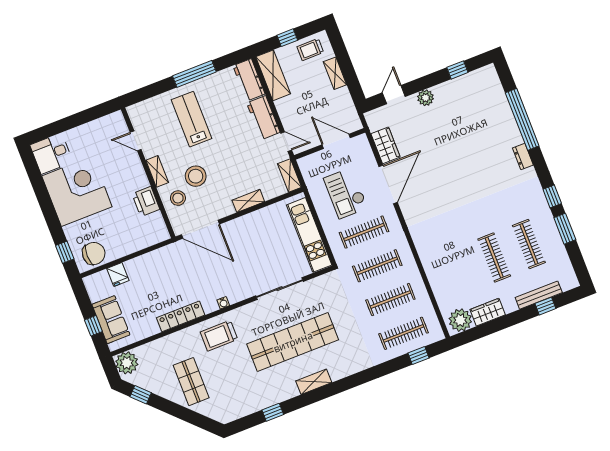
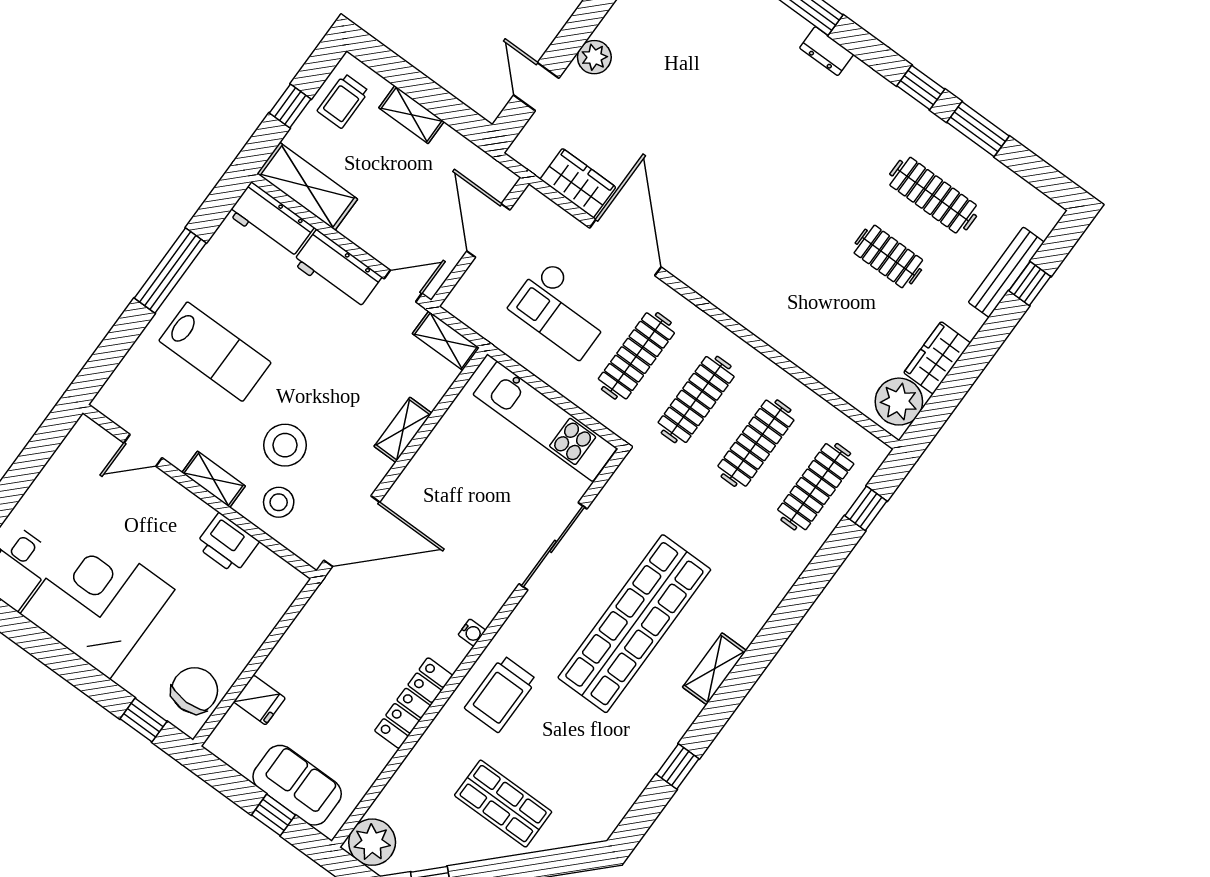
lab bench: (191, 119) -> (215, 352), turned 180
door: (336, 141) -> (488, 231), hinge flipped
clothes rail: (494, 258) -> (888, 256), width x0.73

